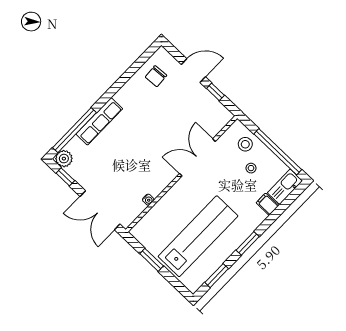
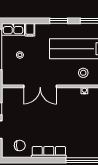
row of seats: (99, 121) -> (49, 152), moved
stool: (245, 144) -> (83, 73), moved

